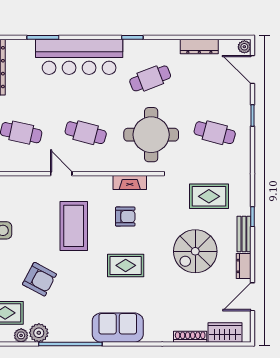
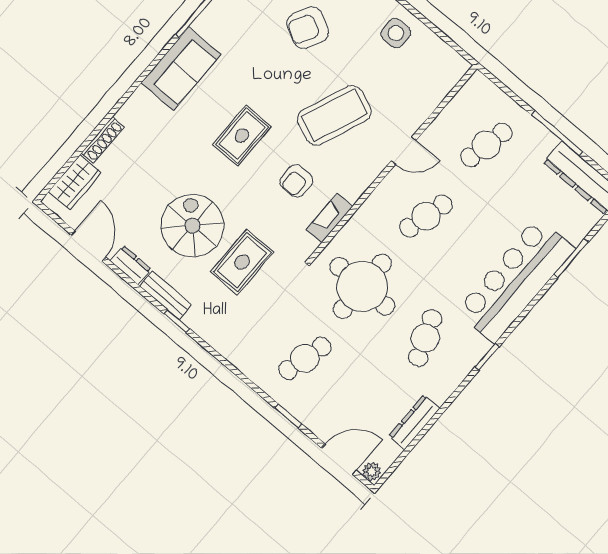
rug: (209, 196) -> (242, 262), moved
coffee table: (74, 226) -> (334, 115), turned -68

